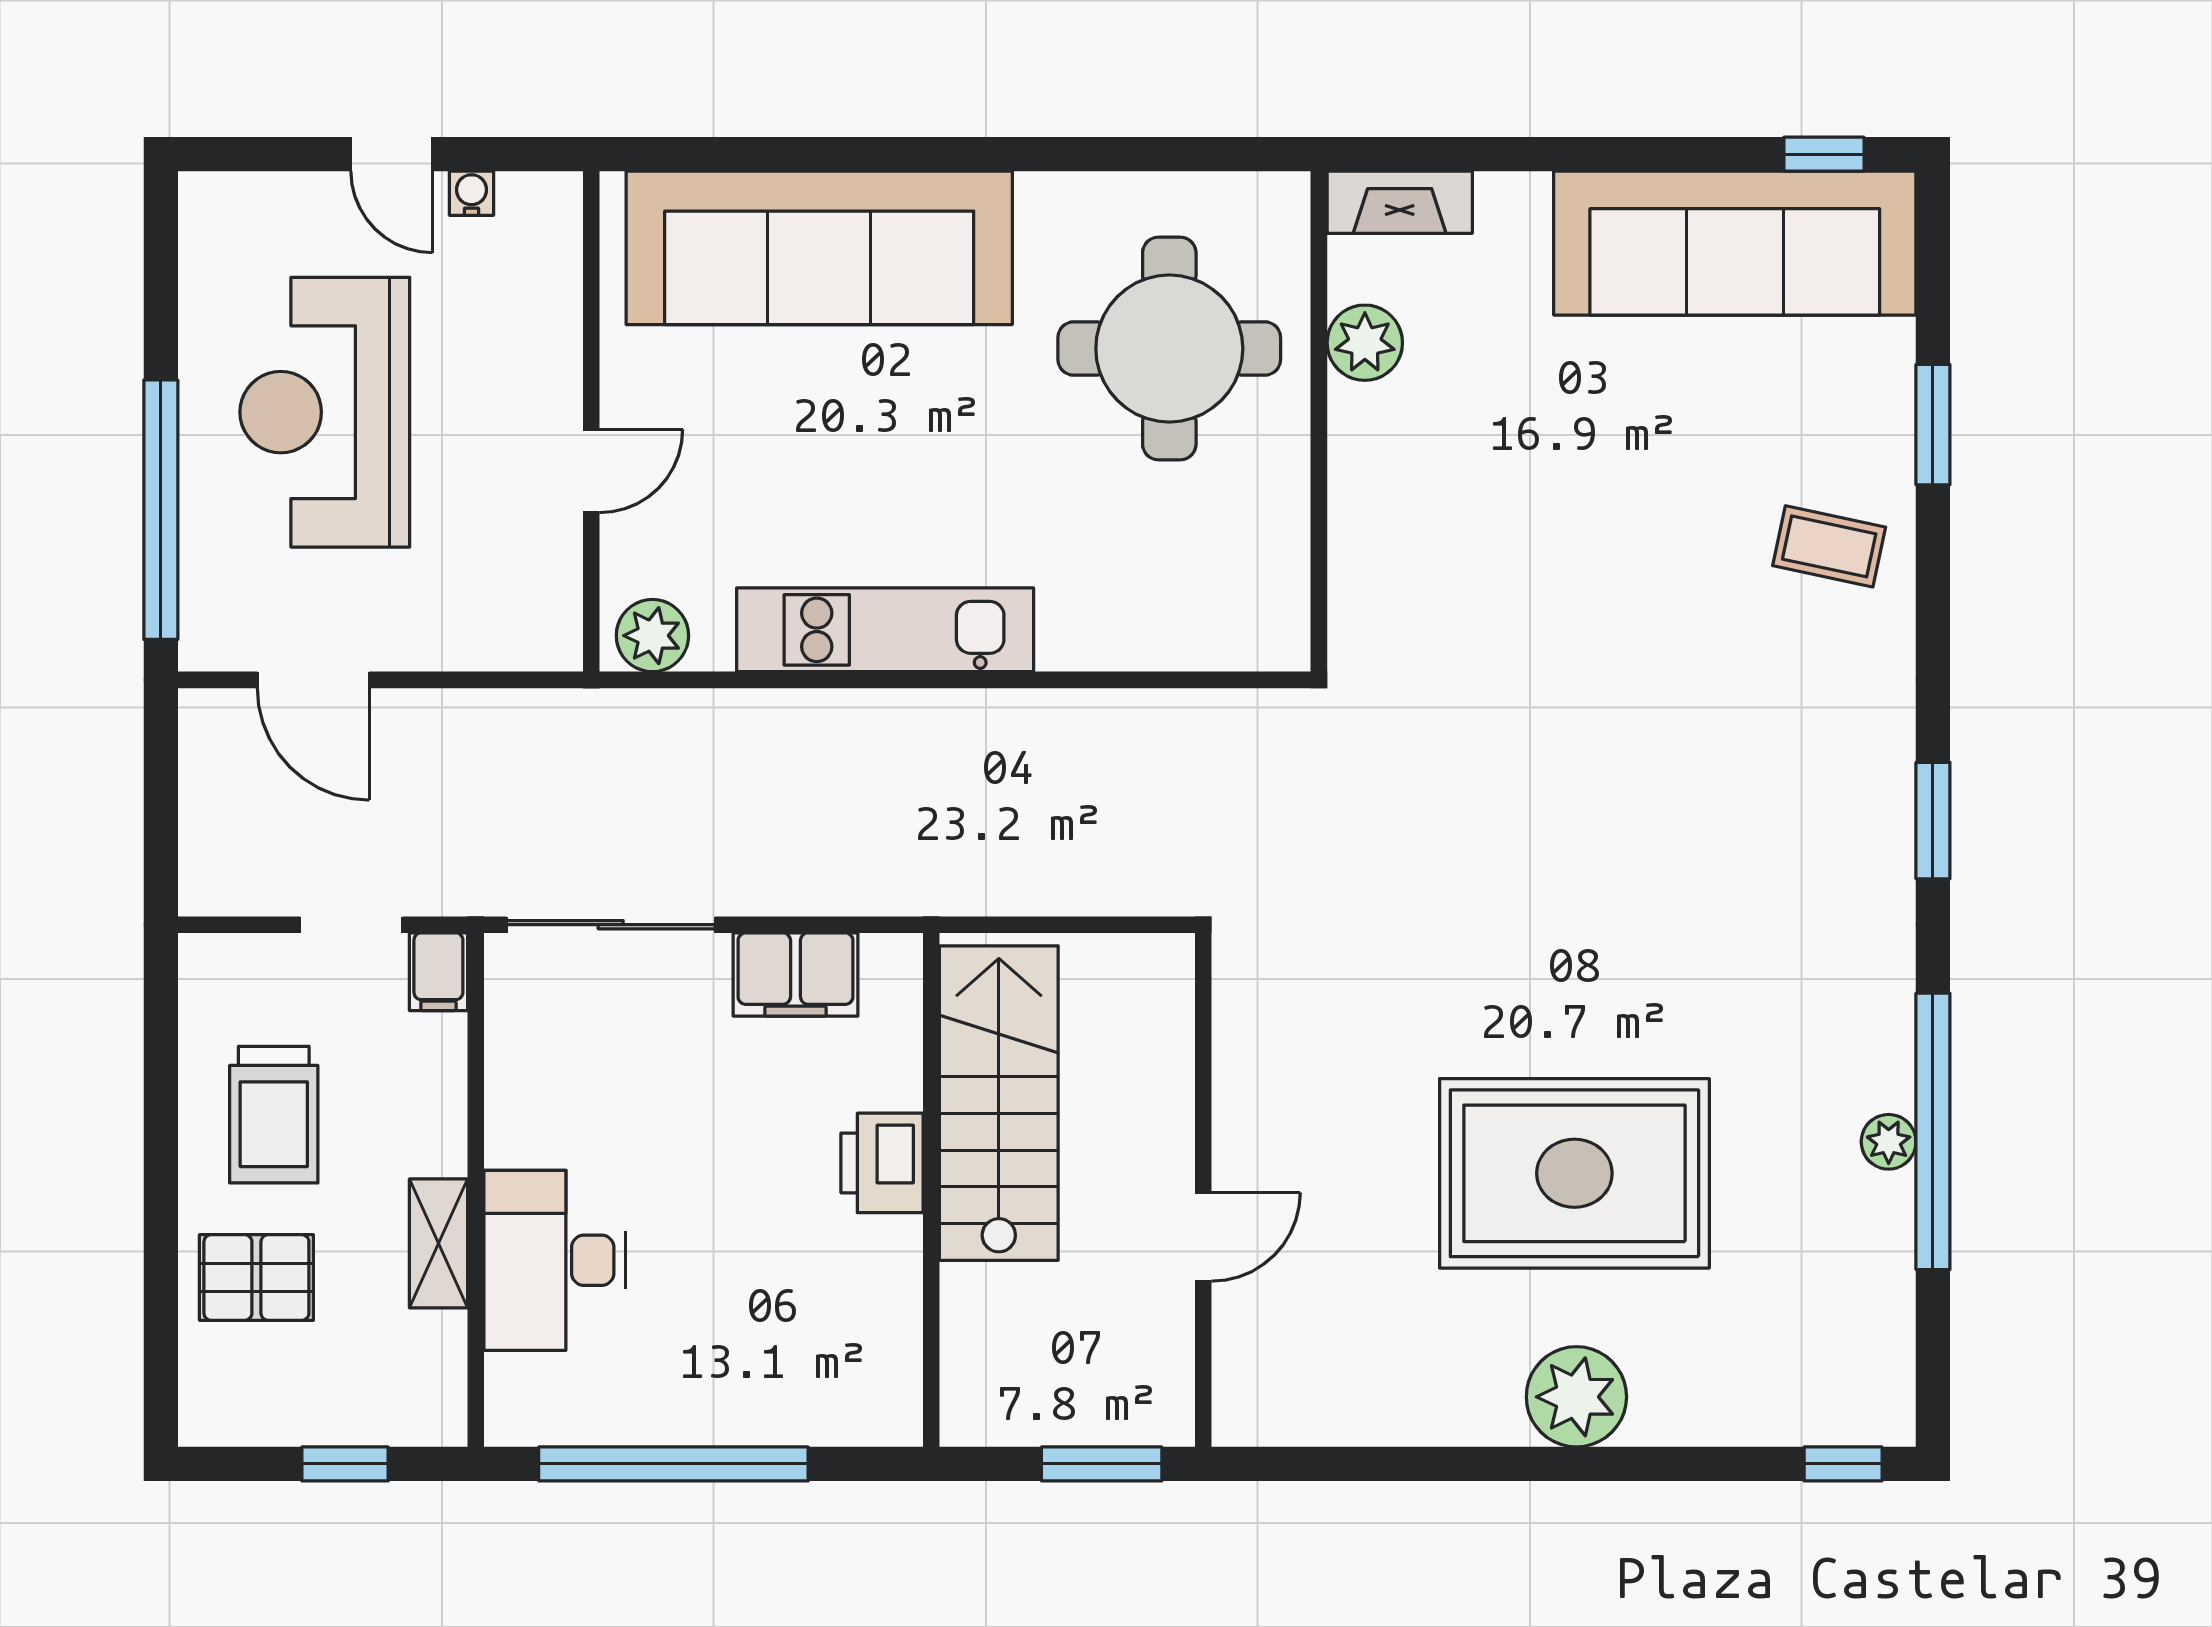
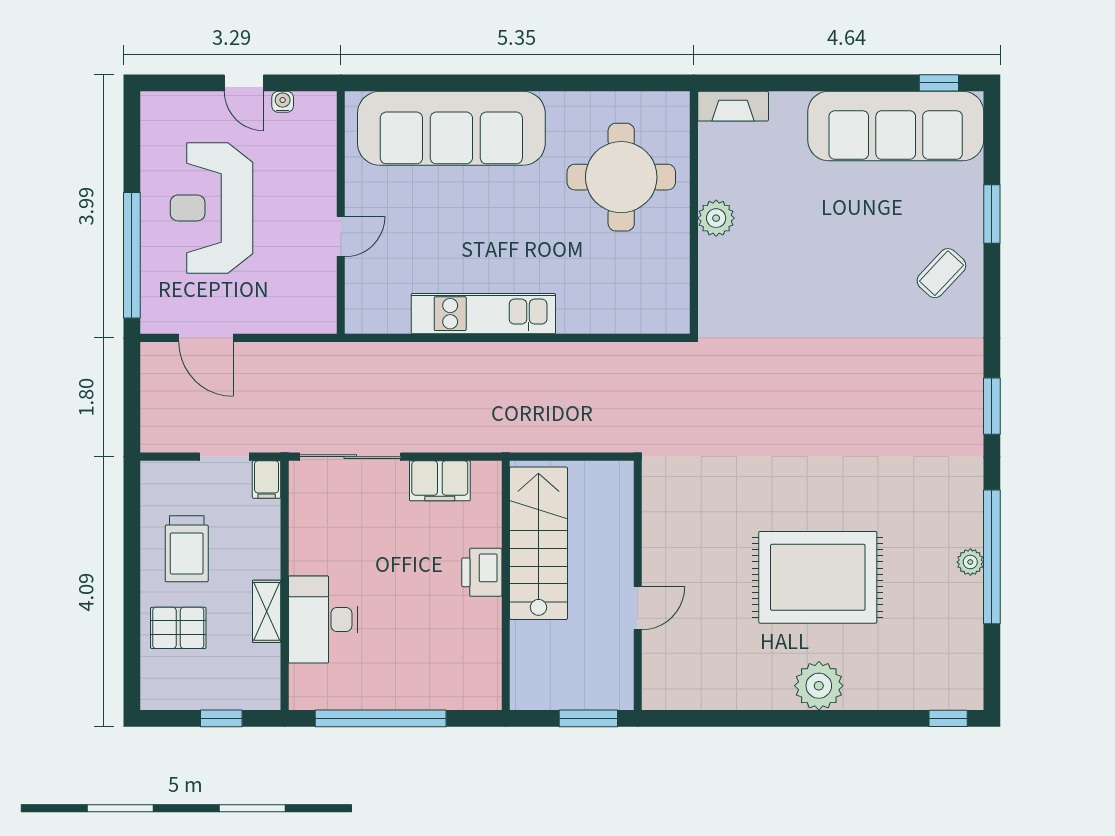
plant: (1365, 343) -> (716, 218), moved
coffee table: (1829, 546) -> (941, 273), turned -59
plant: (652, 636) -> (370, 316), removed

